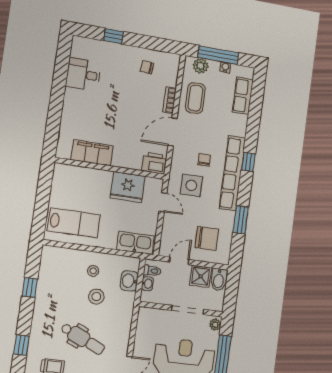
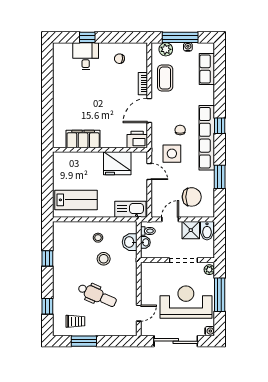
desk: (83, 74) -> (86, 56), moved, turned 90

